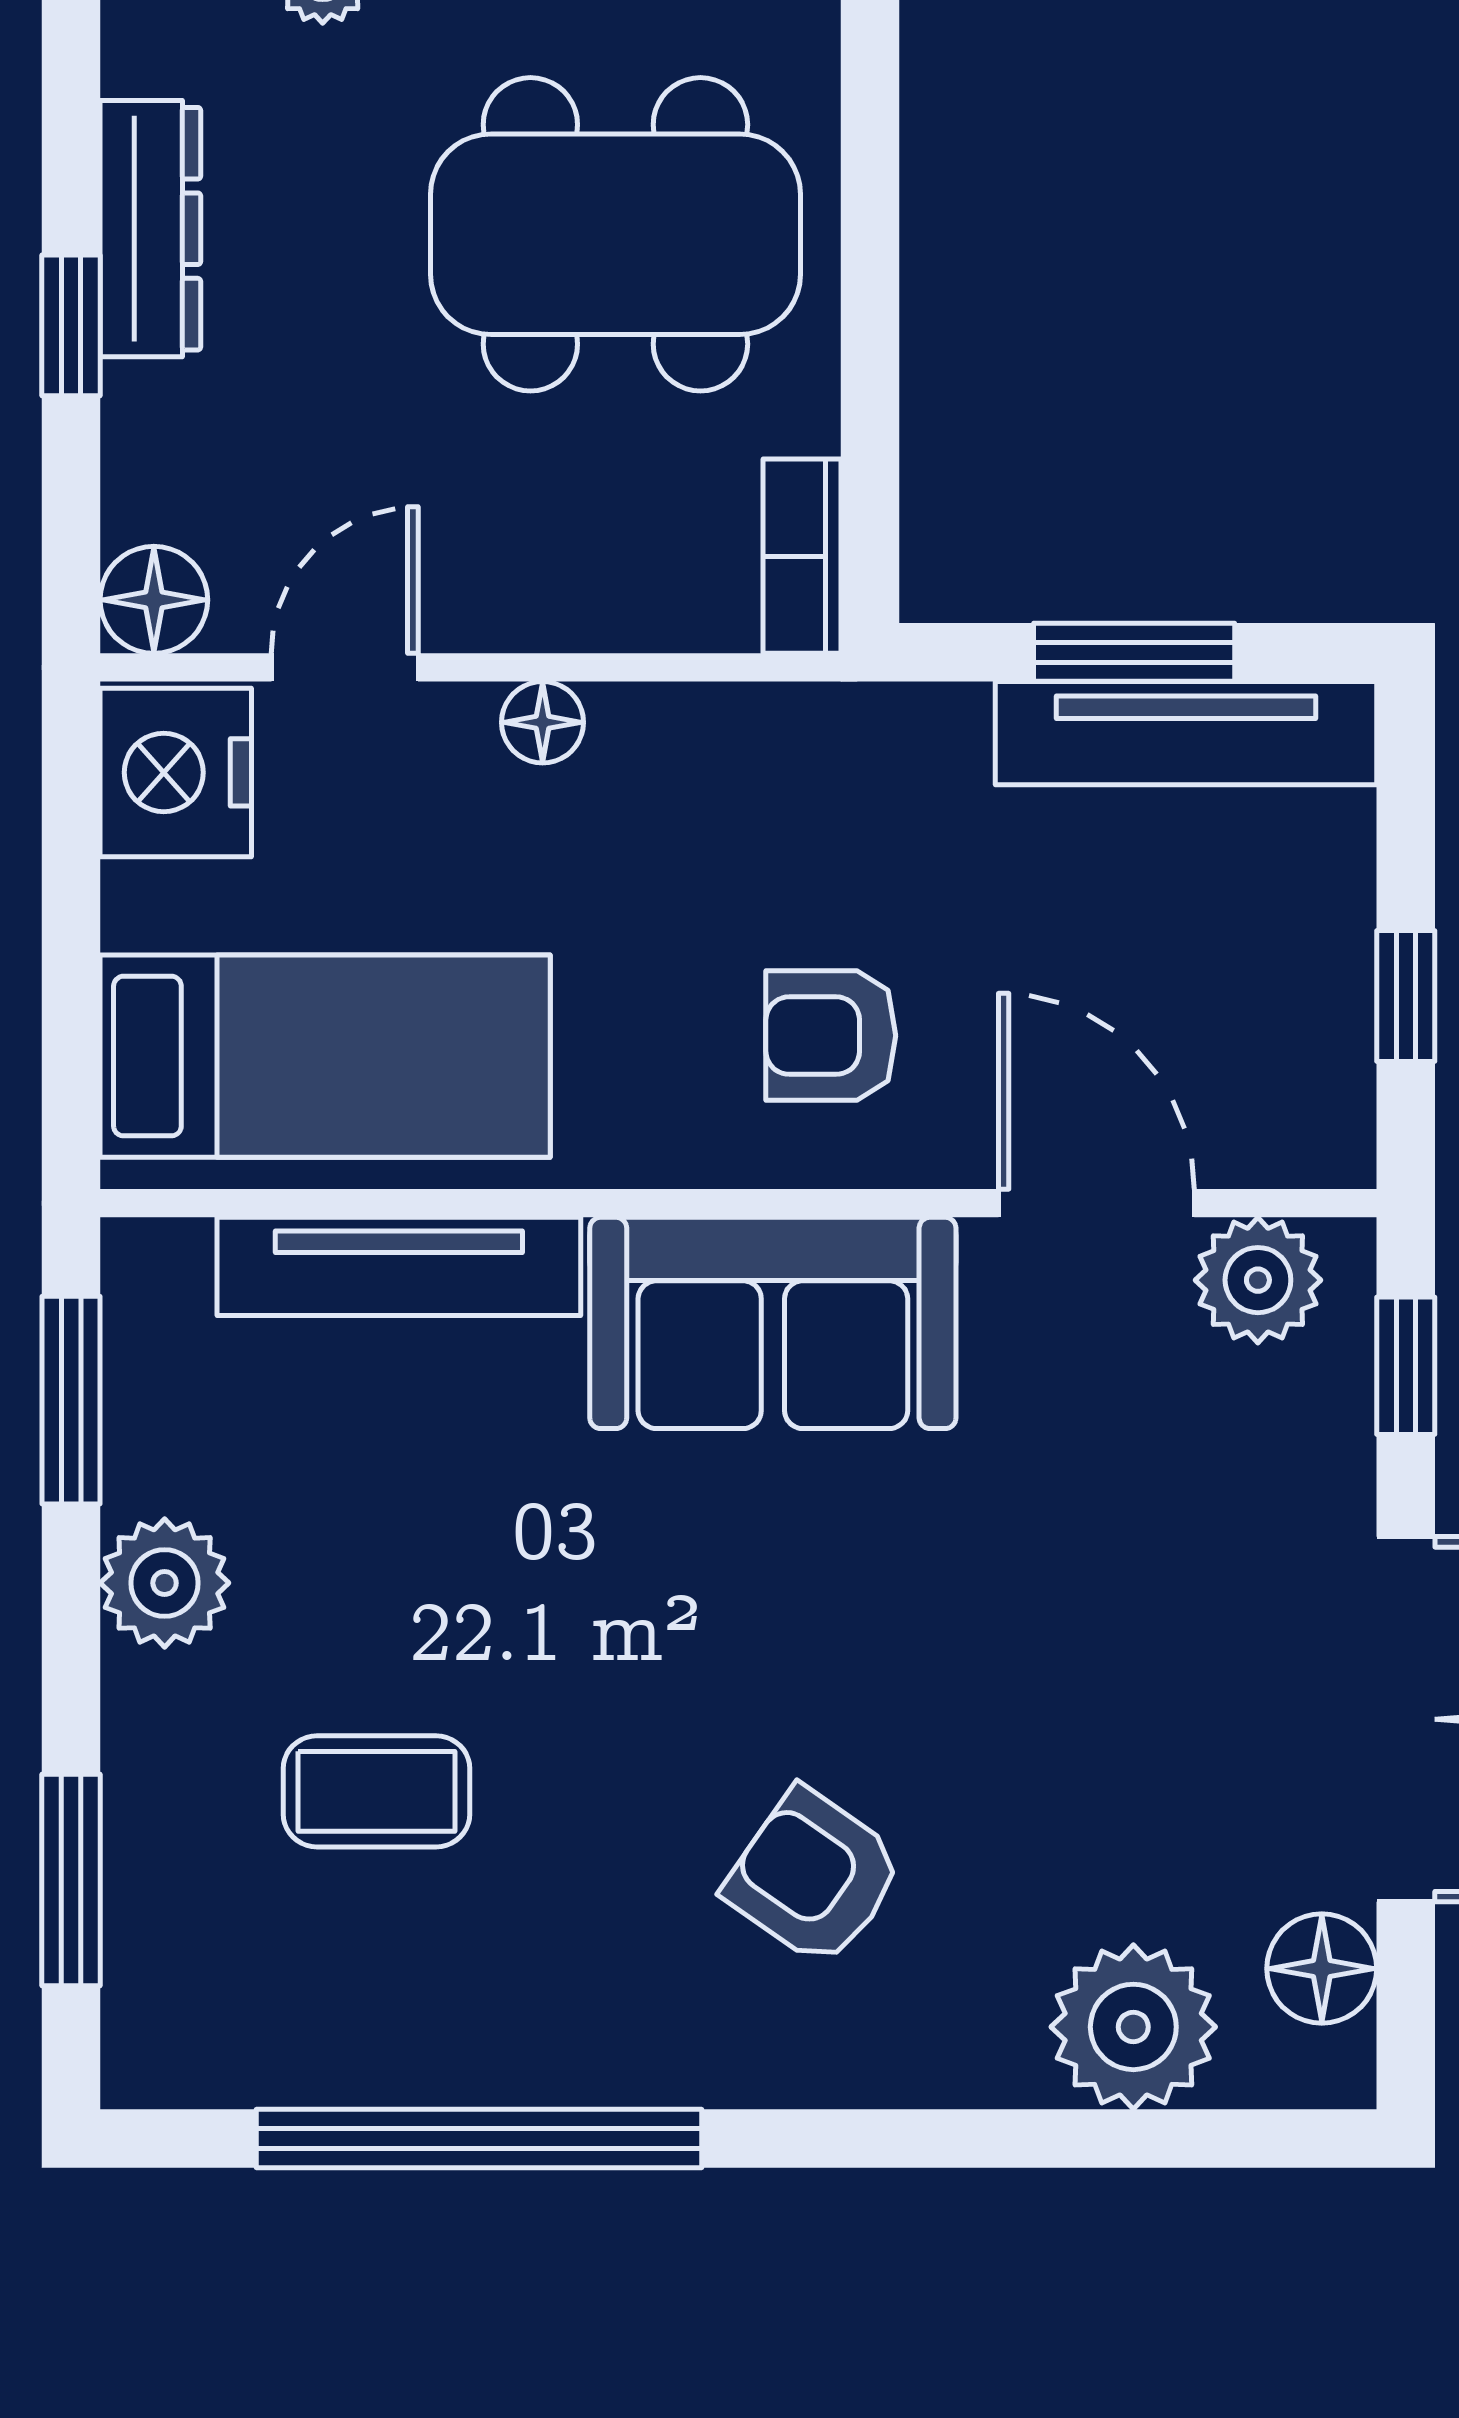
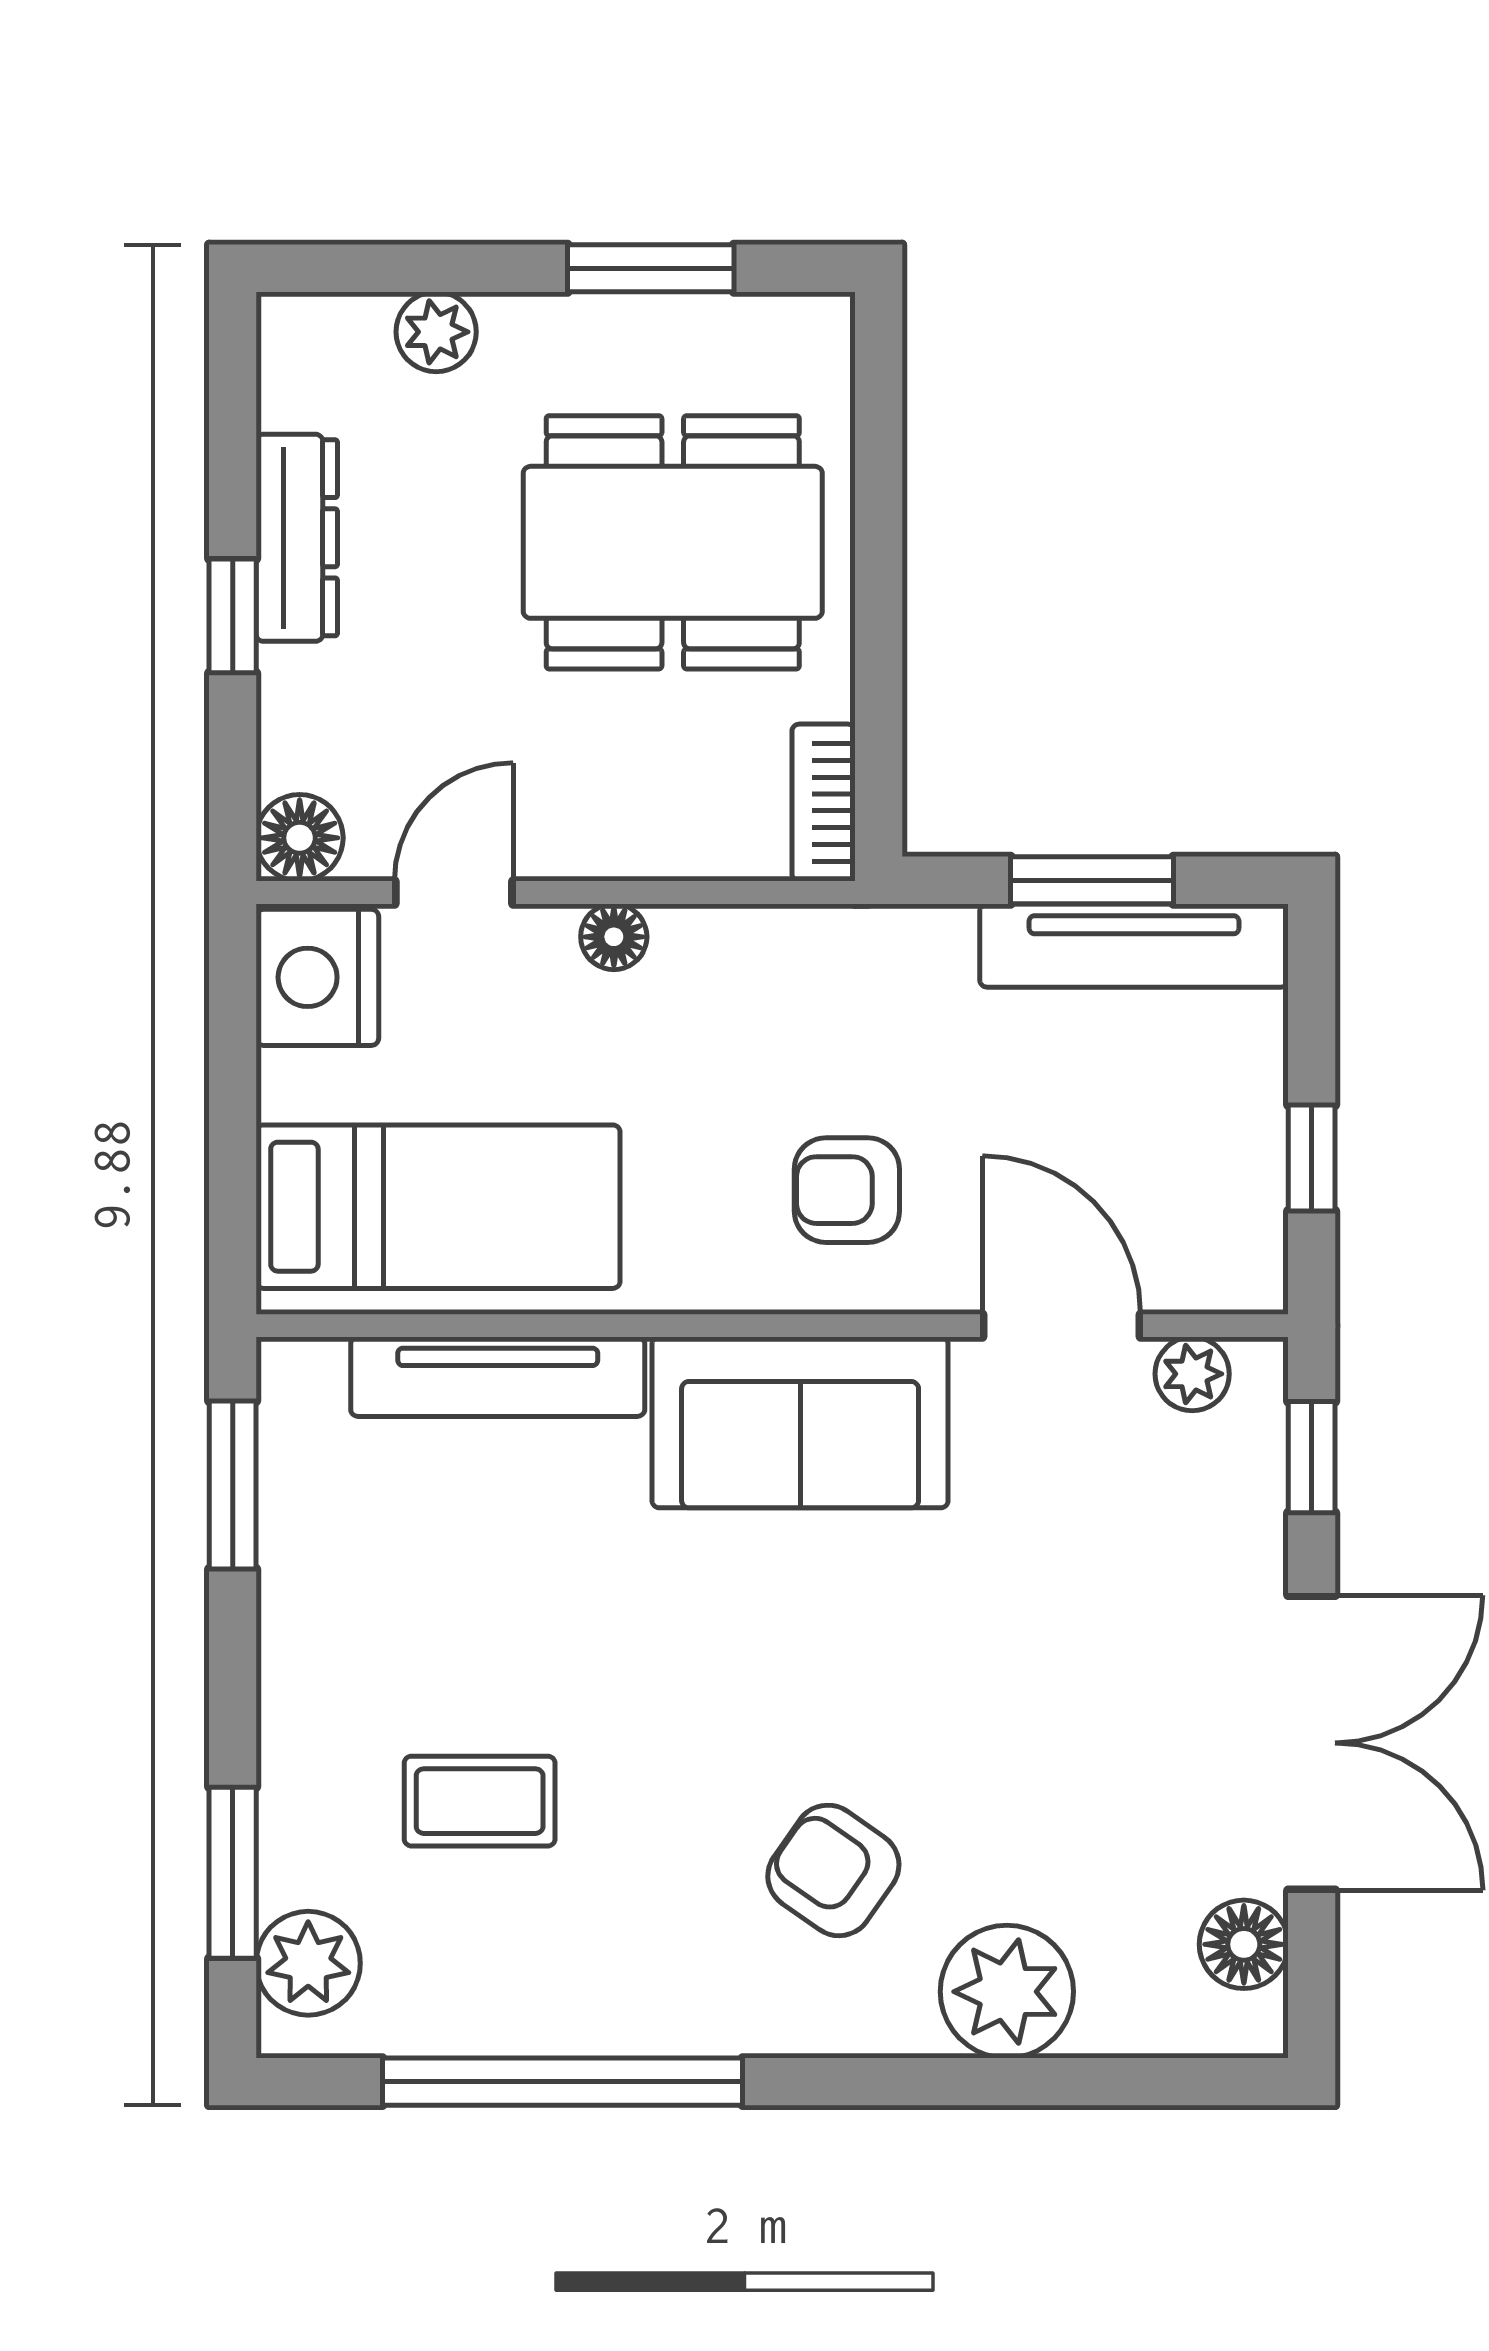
plant: (1258, 1280) -> (1192, 1374), width x0.73, depth x0.73
plant: (165, 1583) -> (308, 1963), moved
plant: (1133, 2027) -> (1007, 1992), moved

